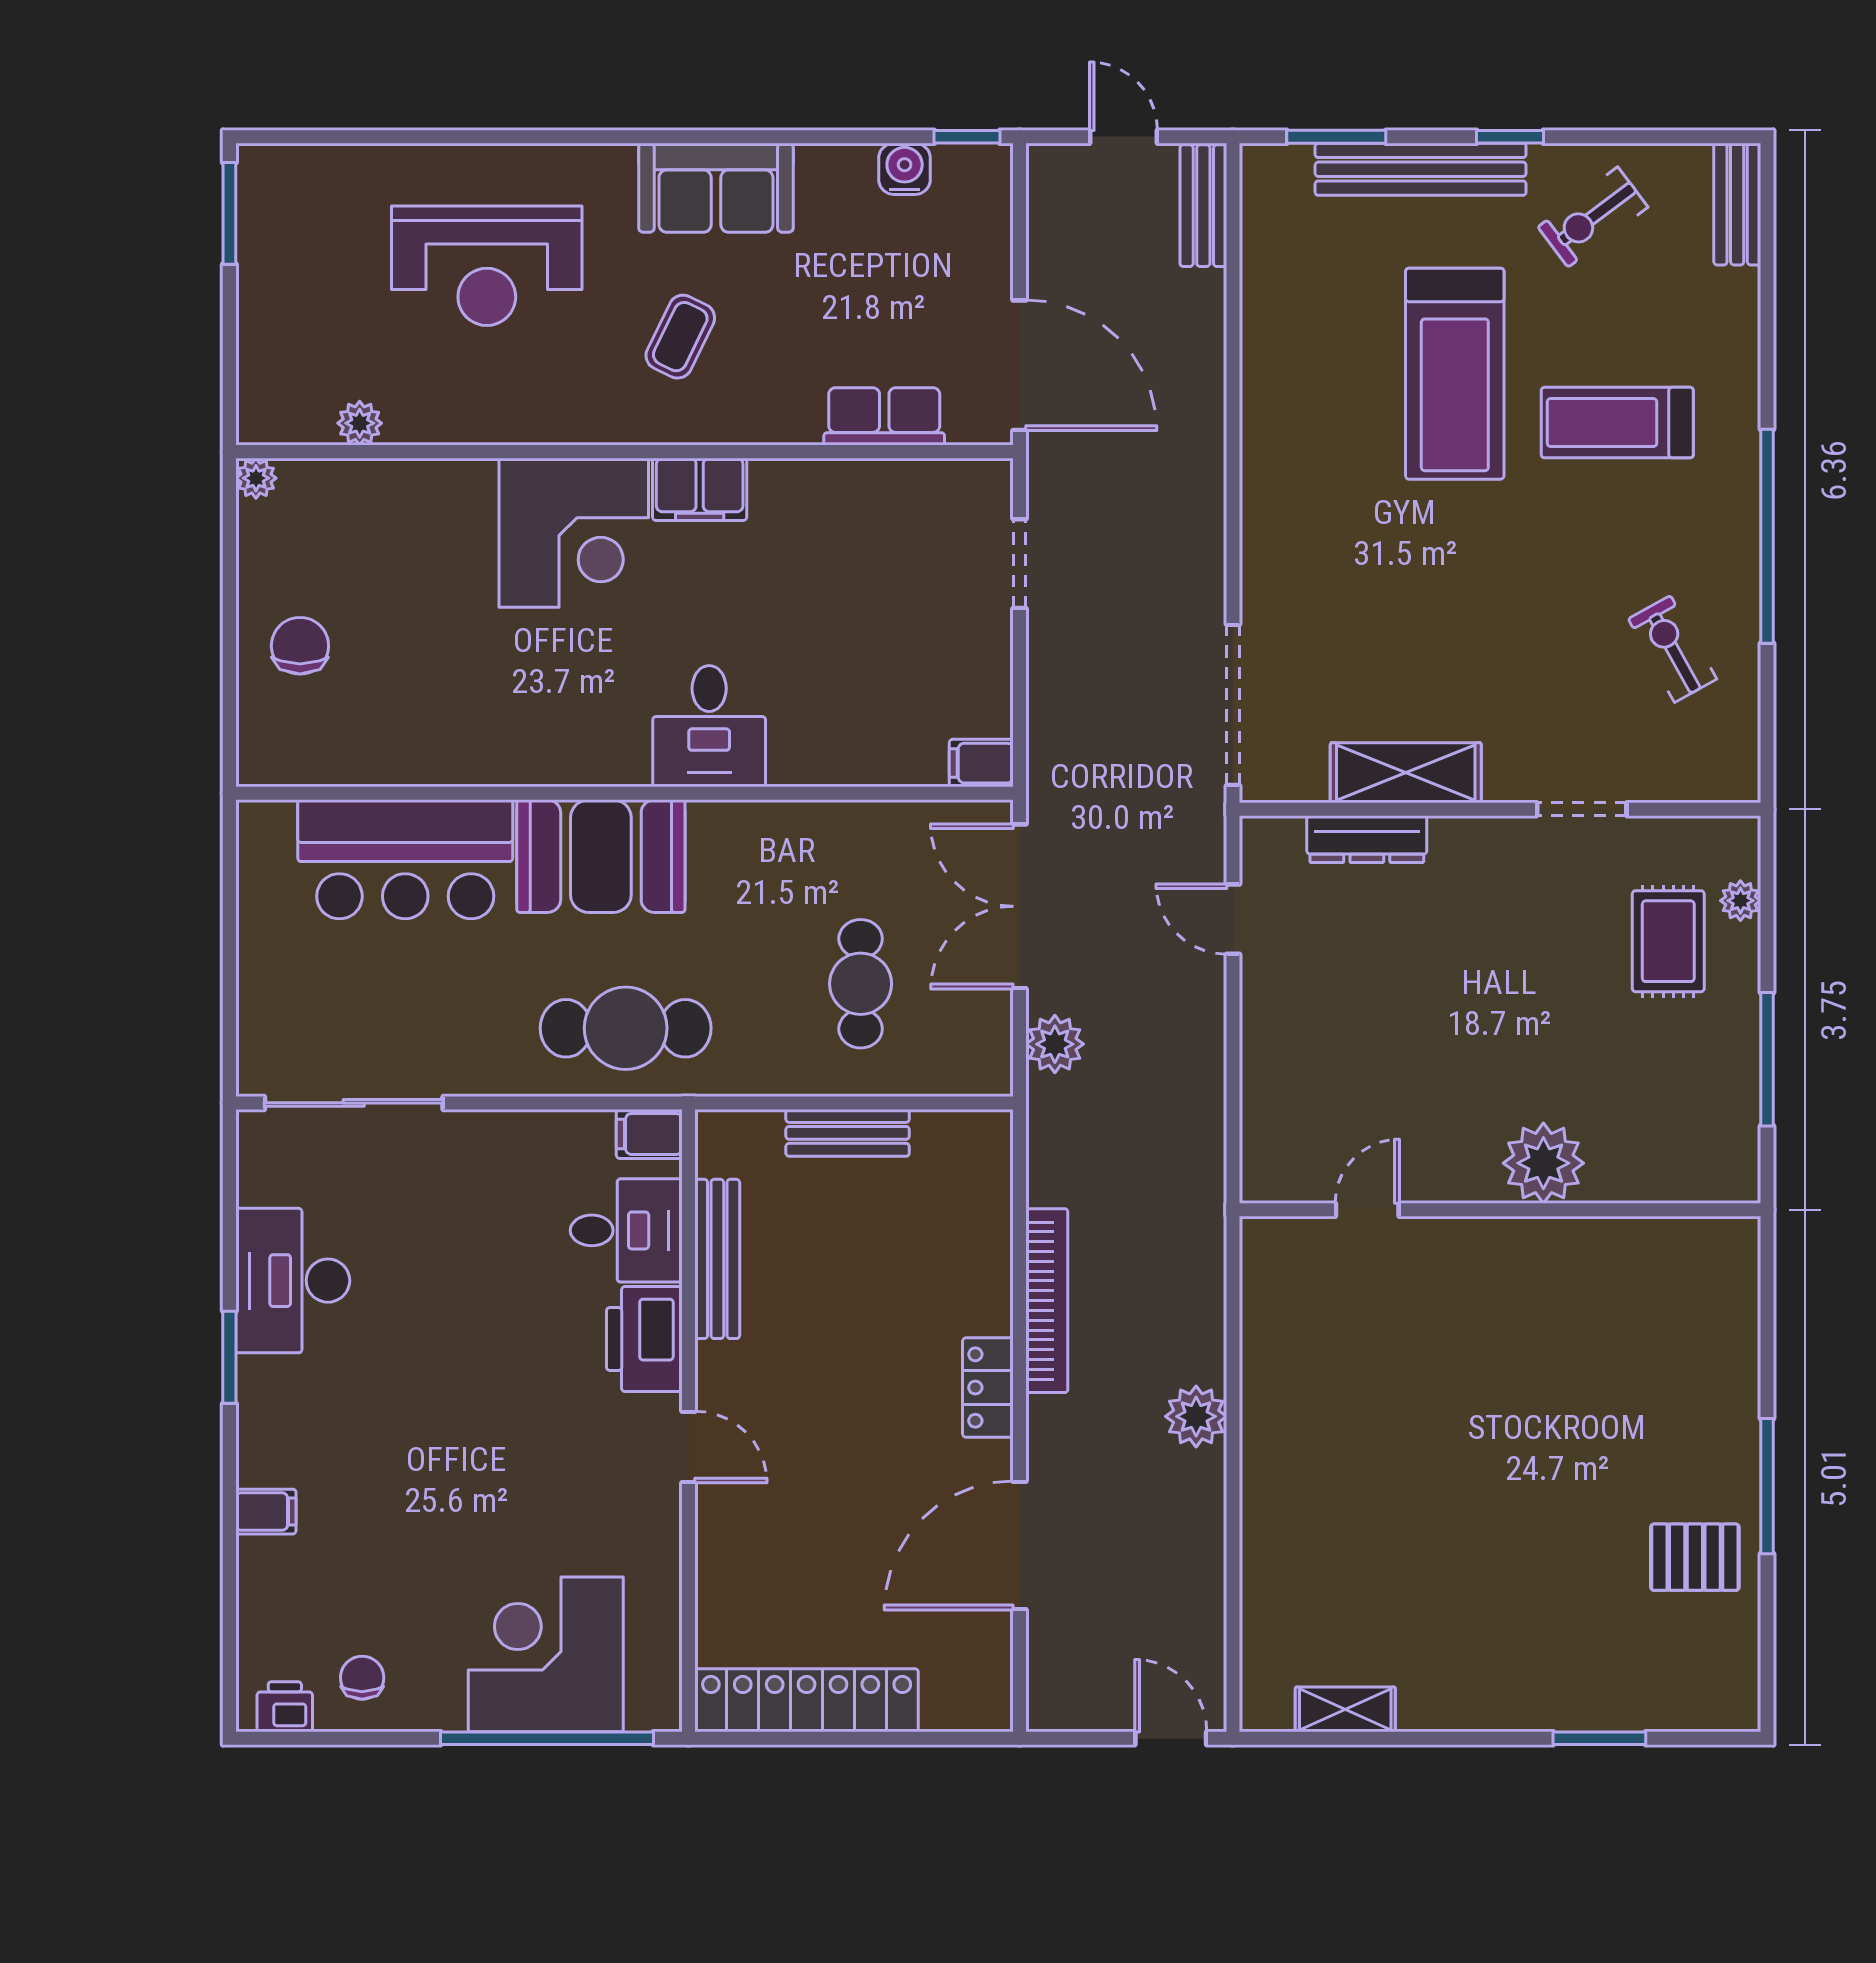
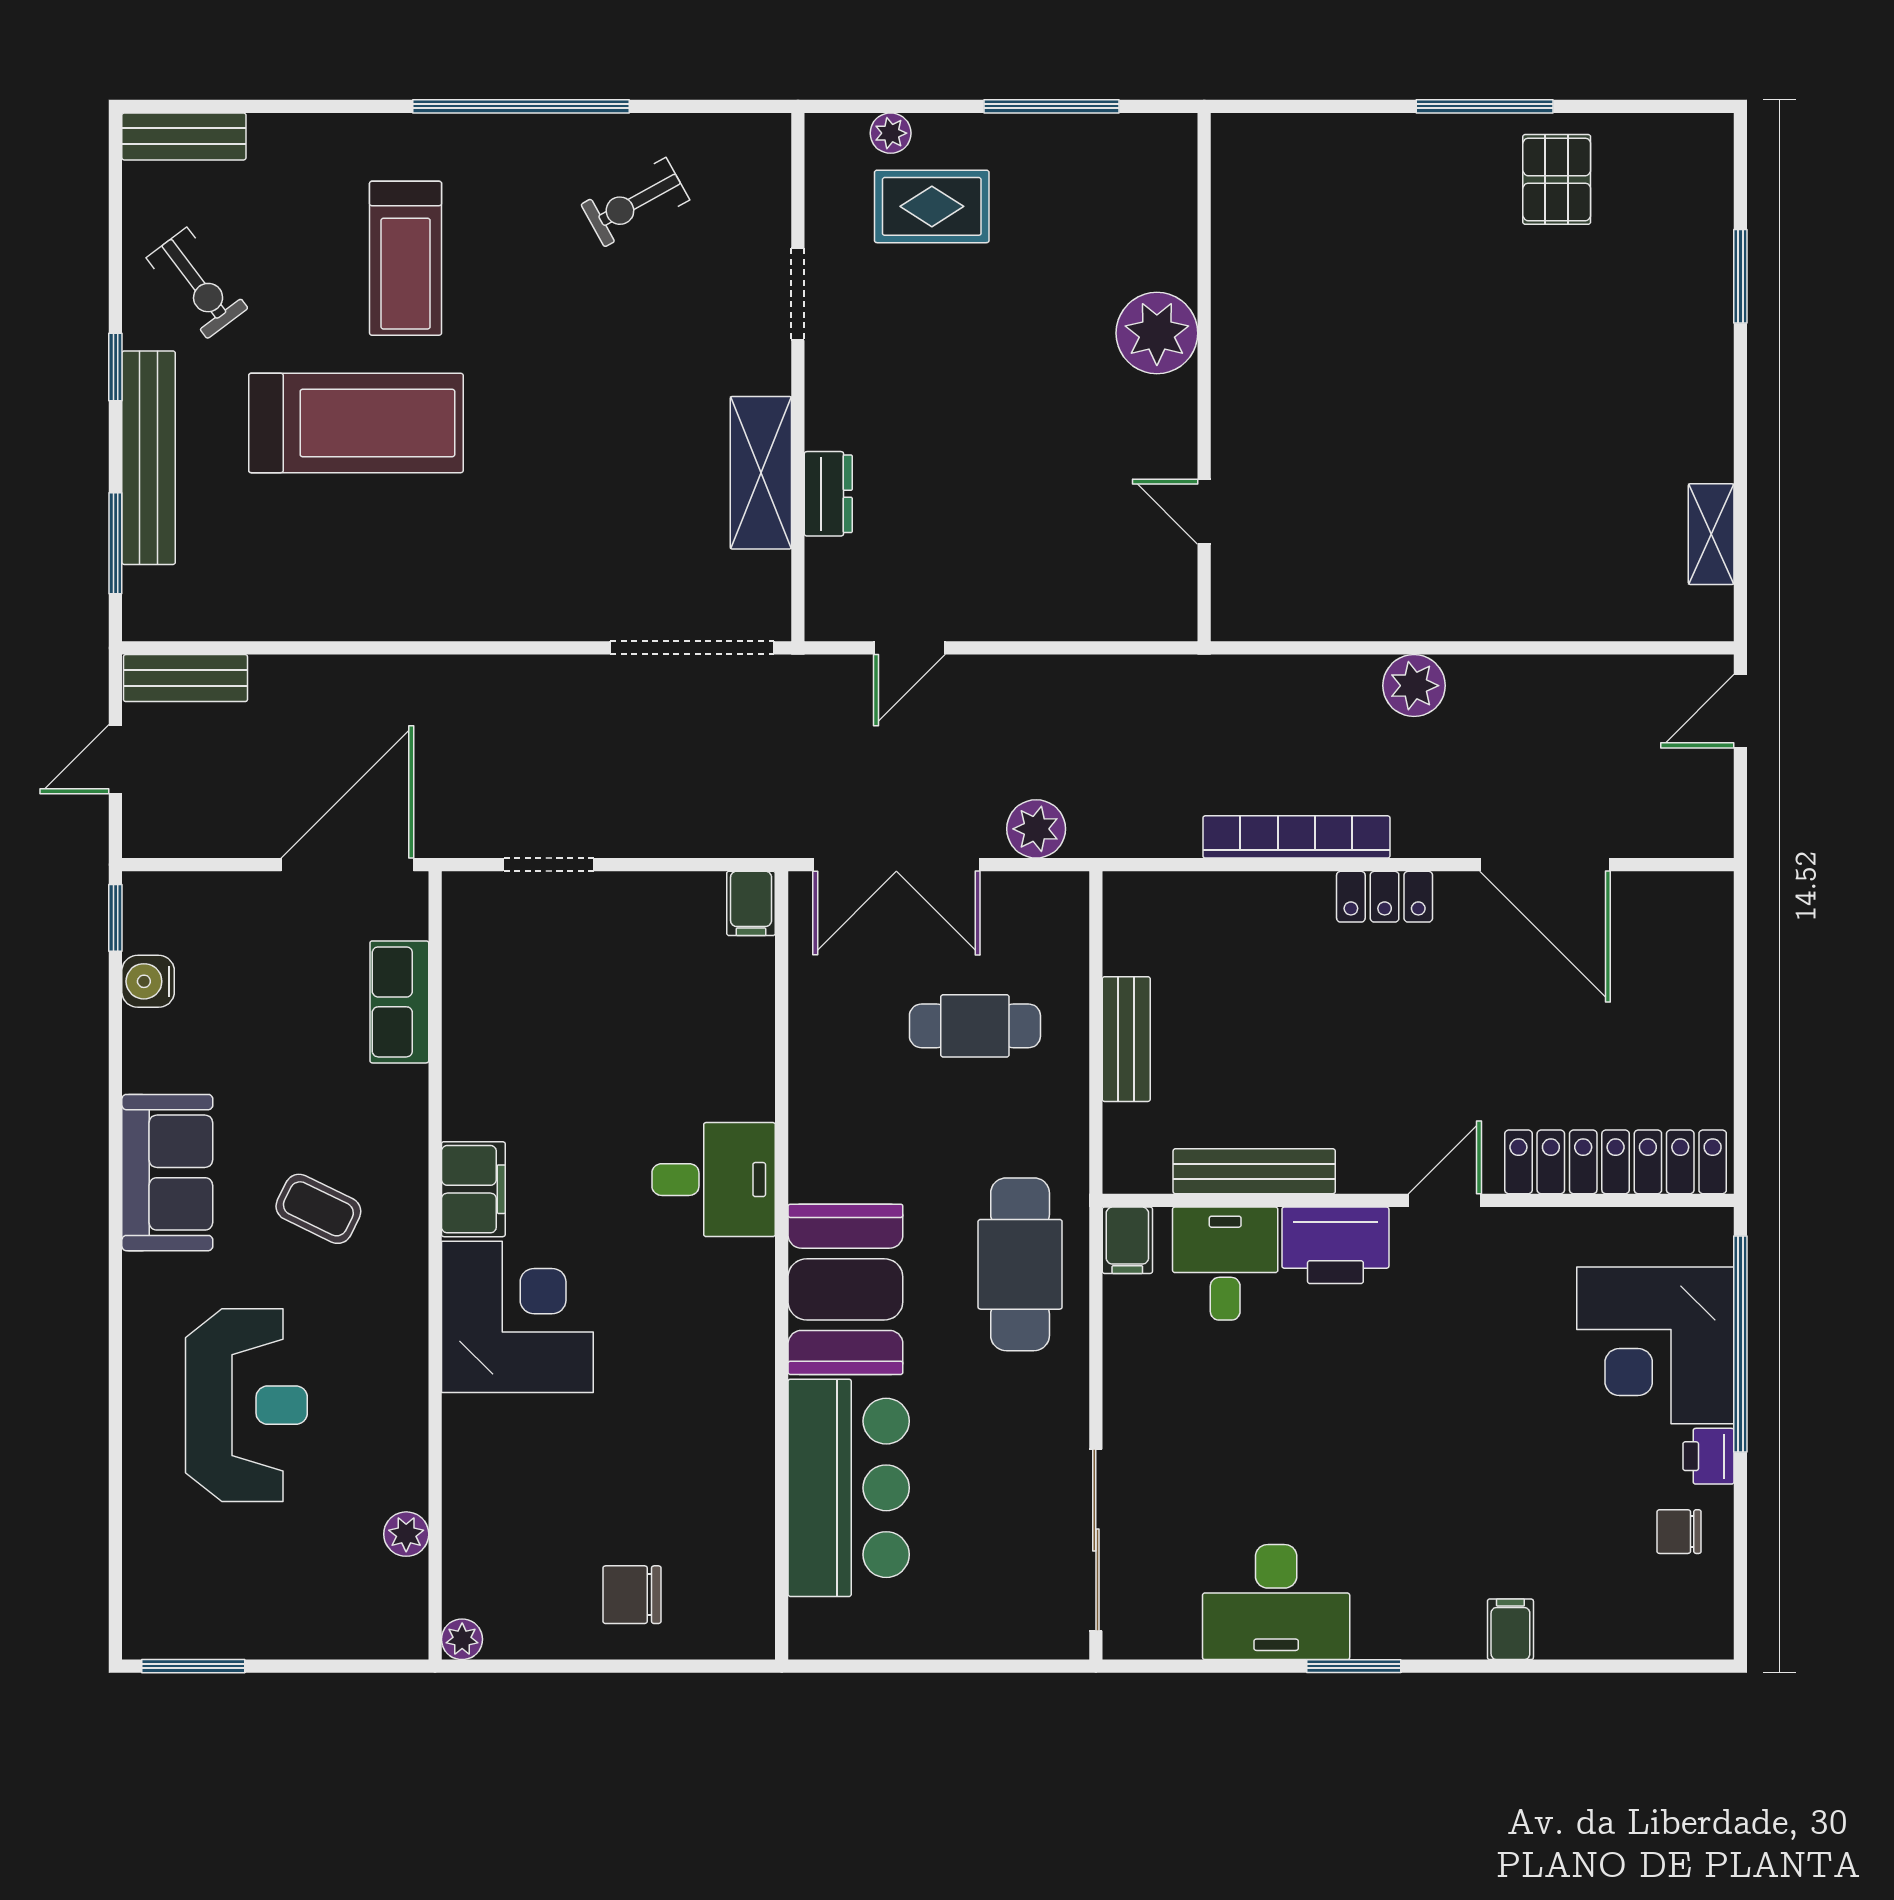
dresser: (1367, 839) -> (828, 494), width x0.70
locker: (807, 1700) -> (1616, 1162), moved, turned 90
printer: (285, 1707) -> (1709, 1456), moved

